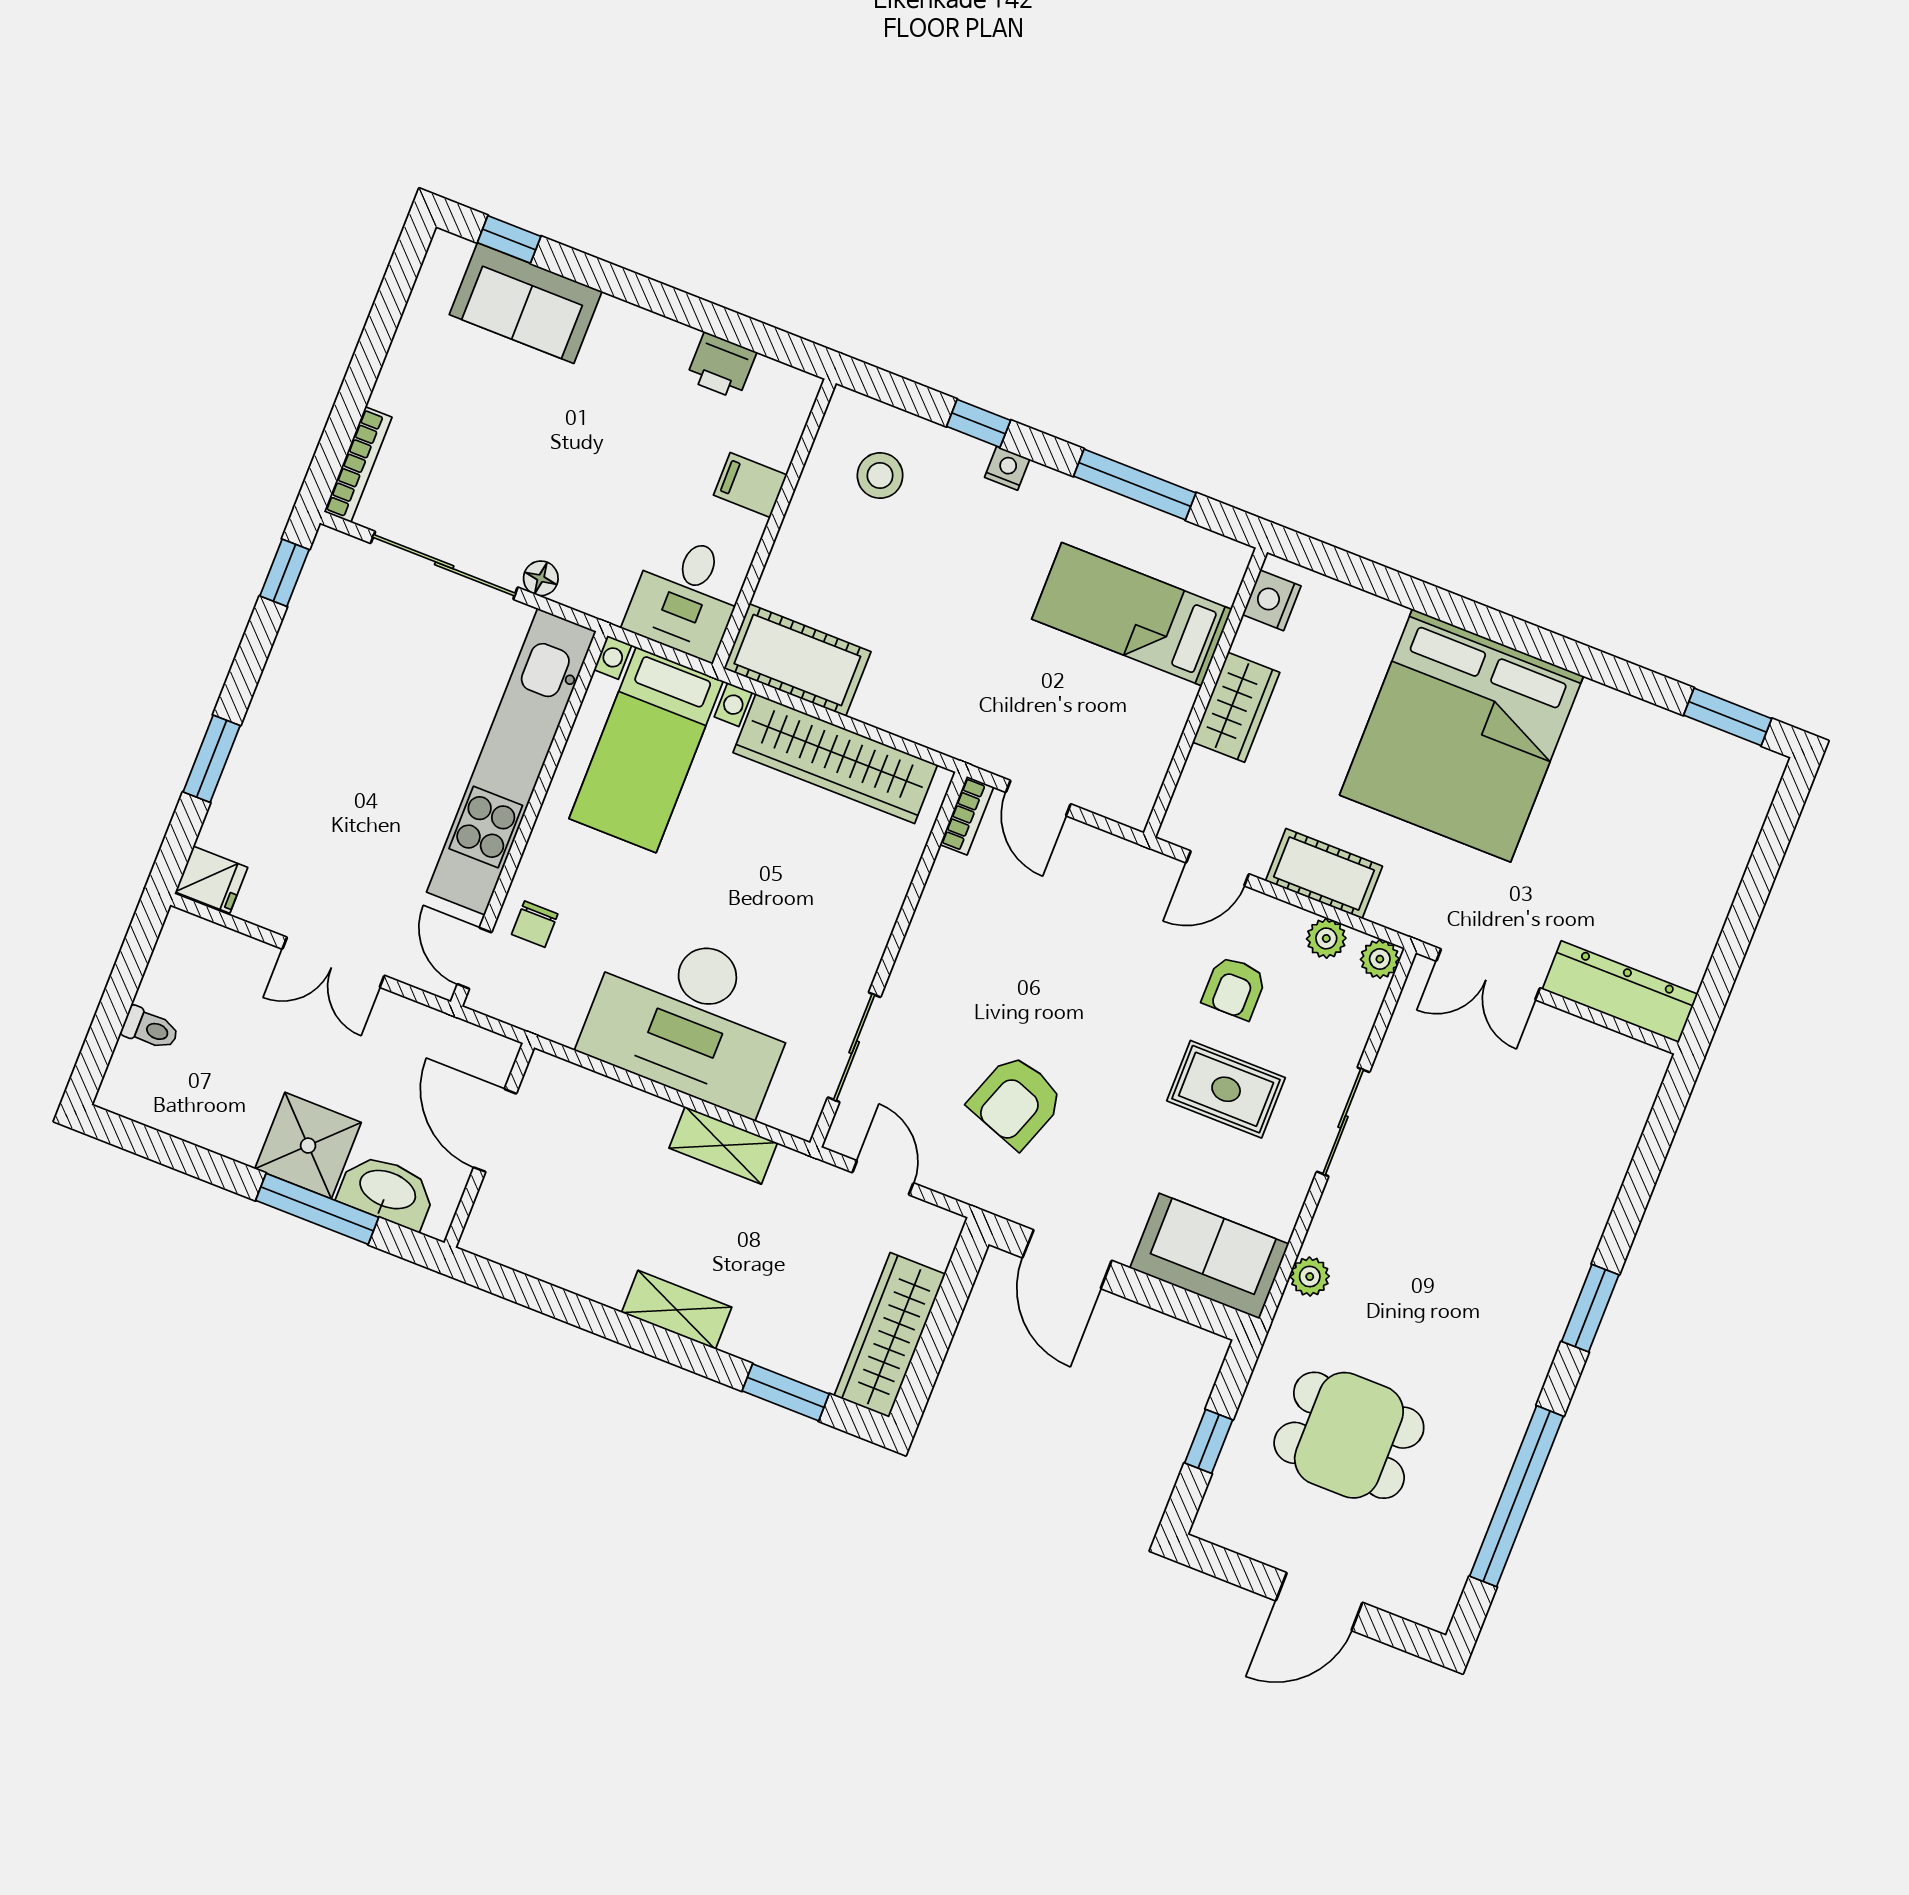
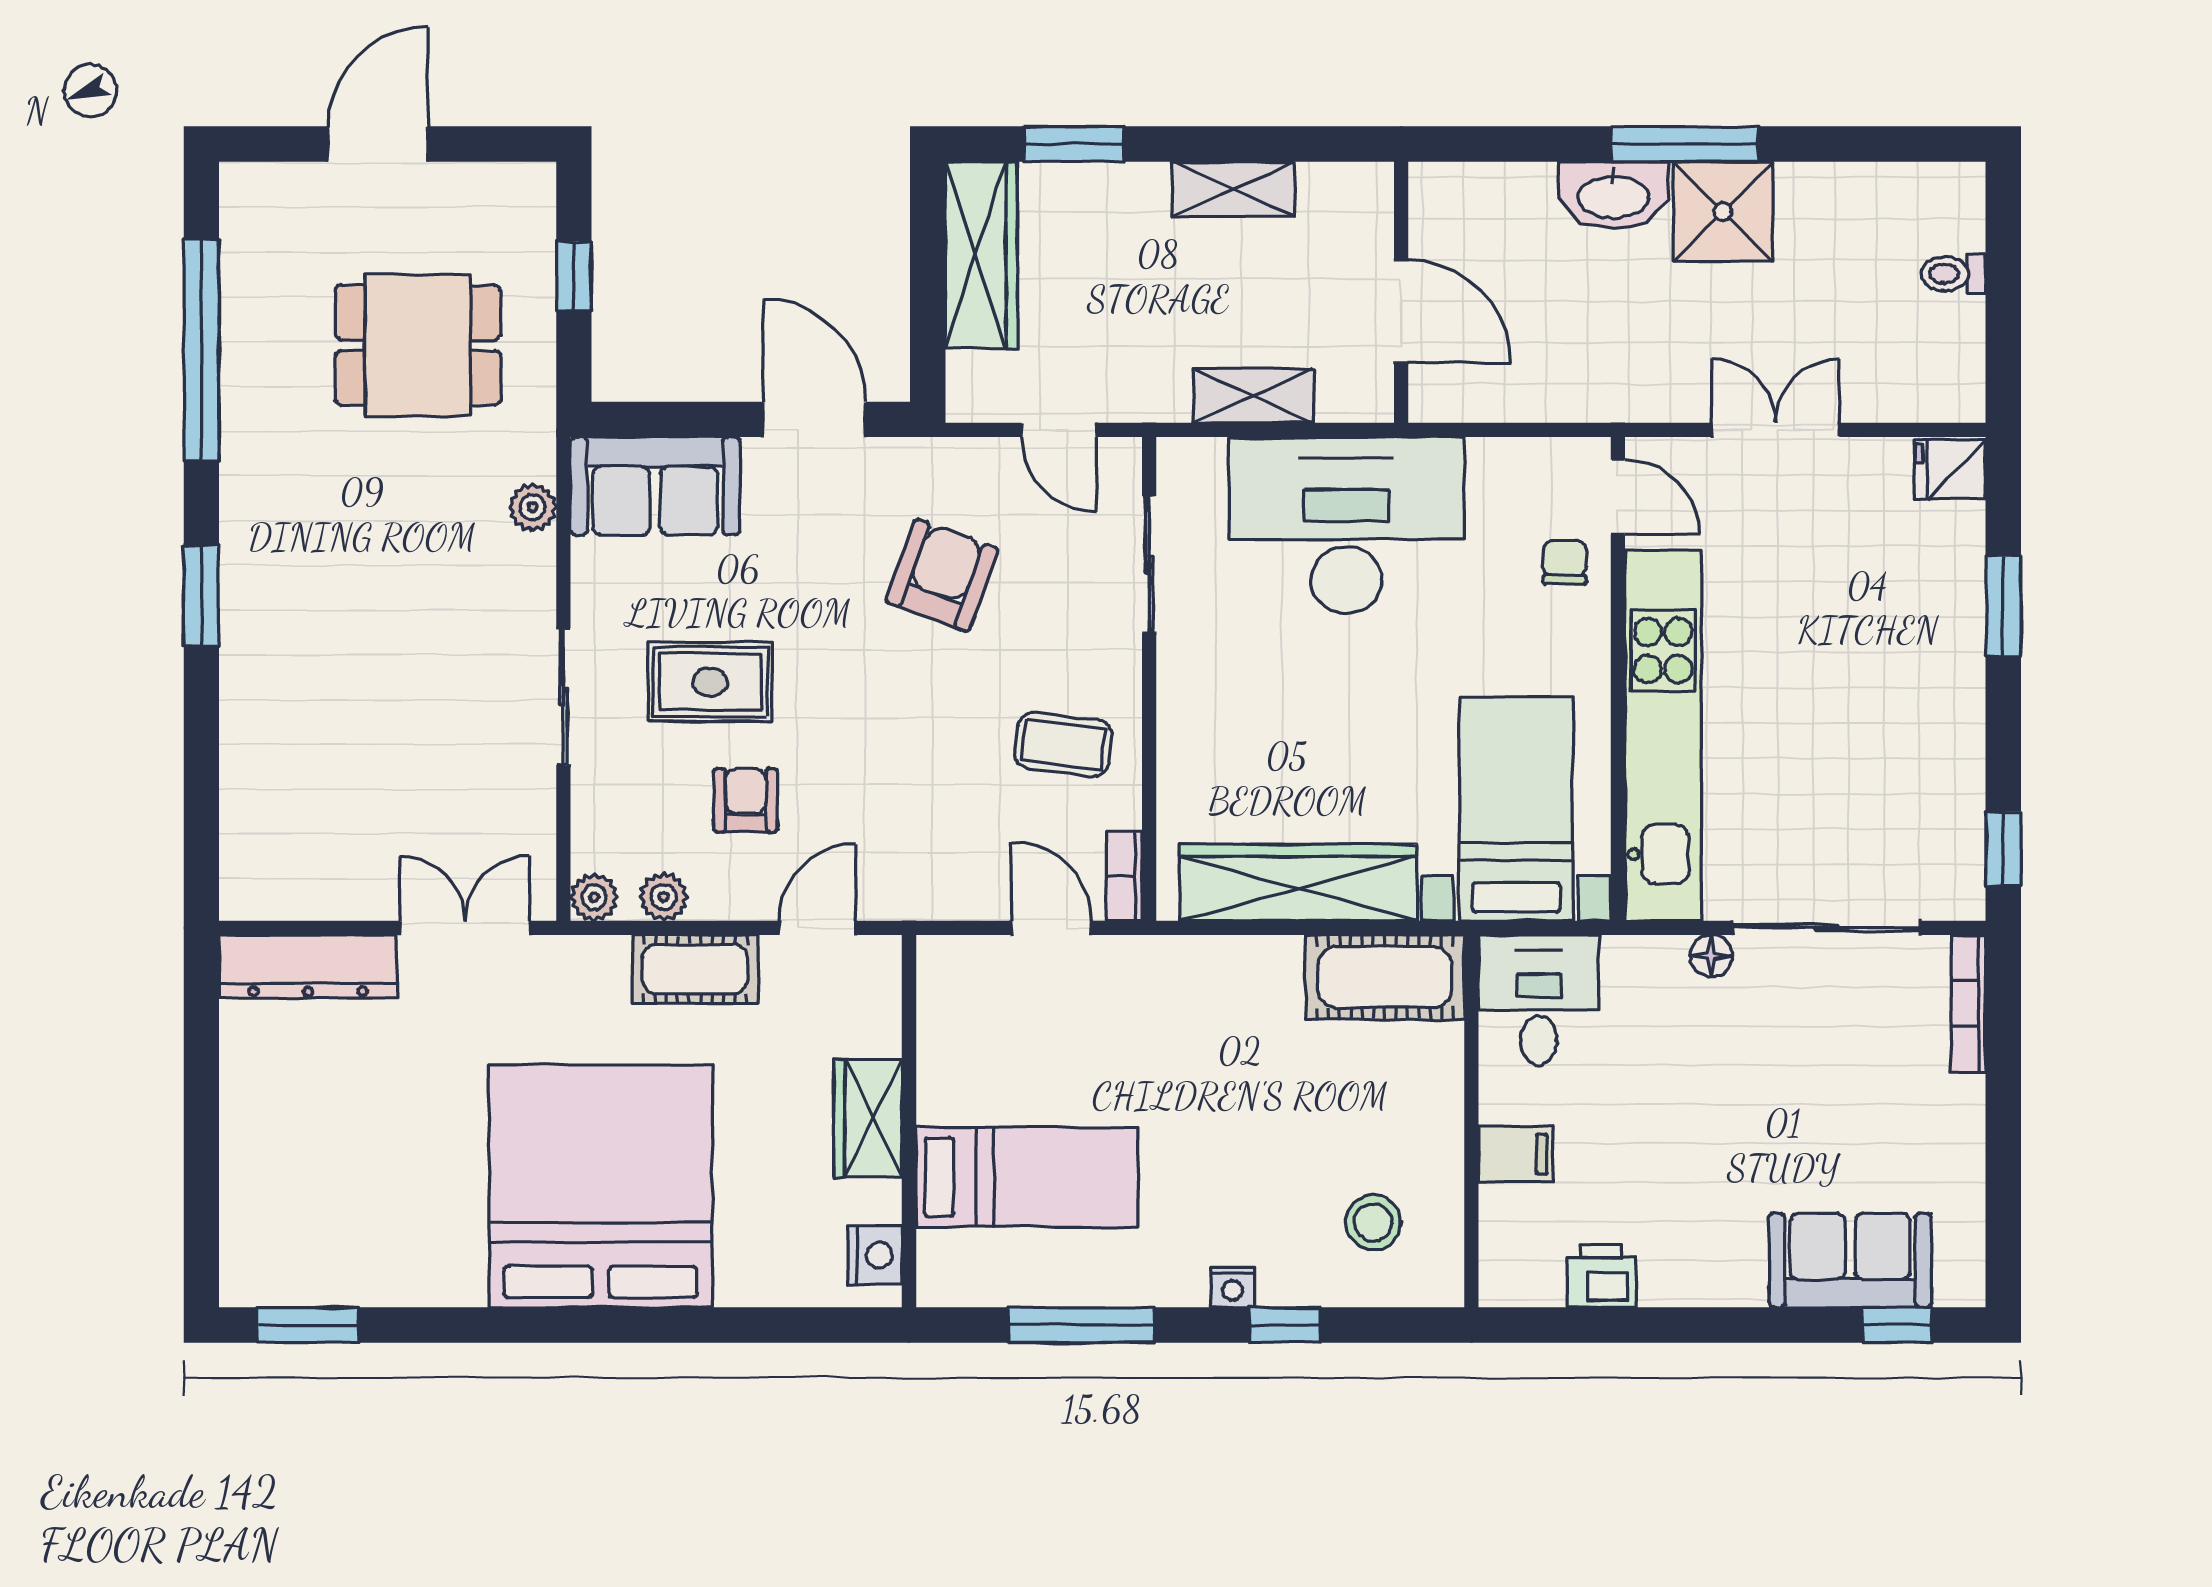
coffee table: (974, 935) -> (1063, 744), added
door: (495, 1130) -> (1401, 312), moved
wall: (489, 1145) -> (1401, 292), moved

